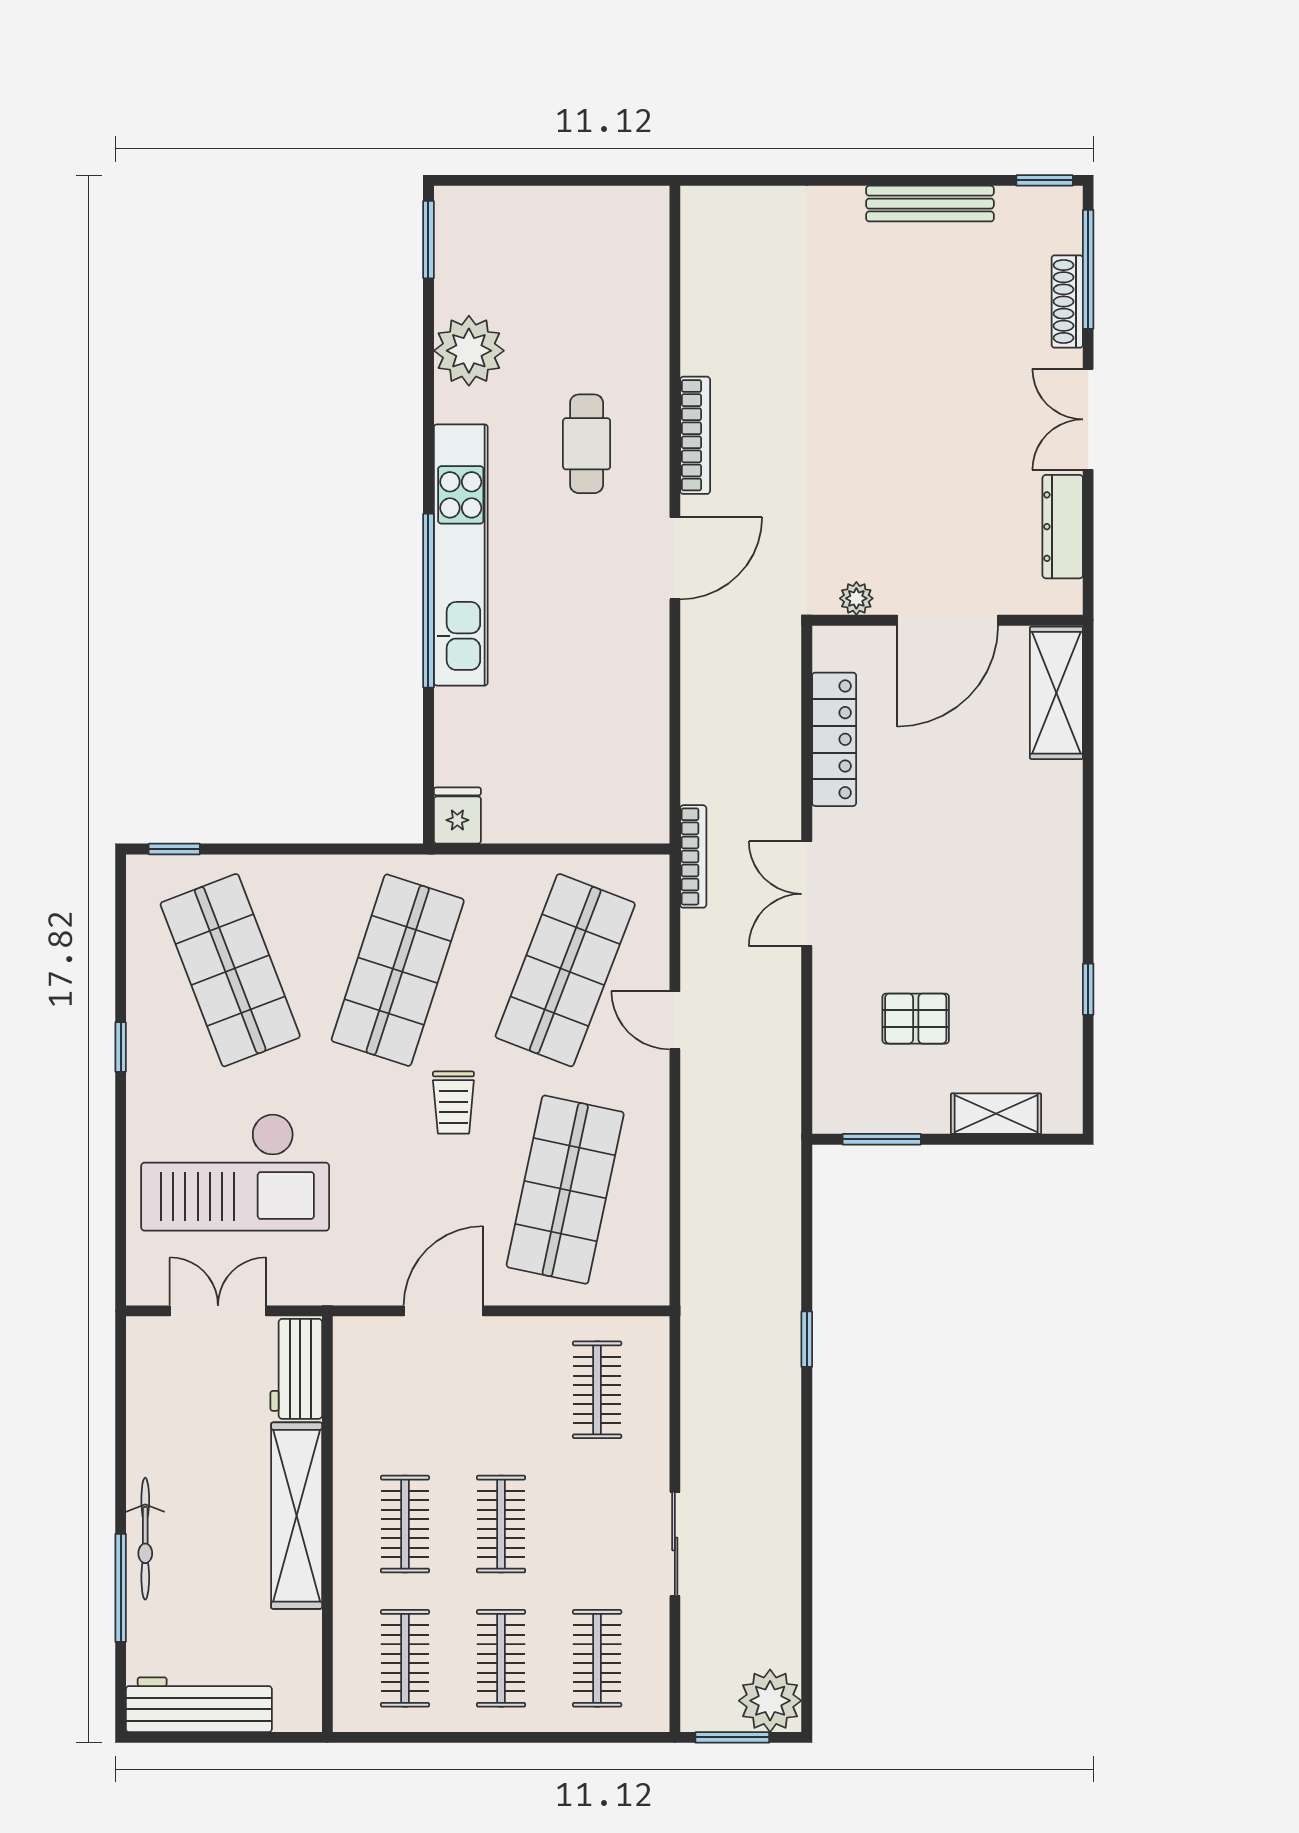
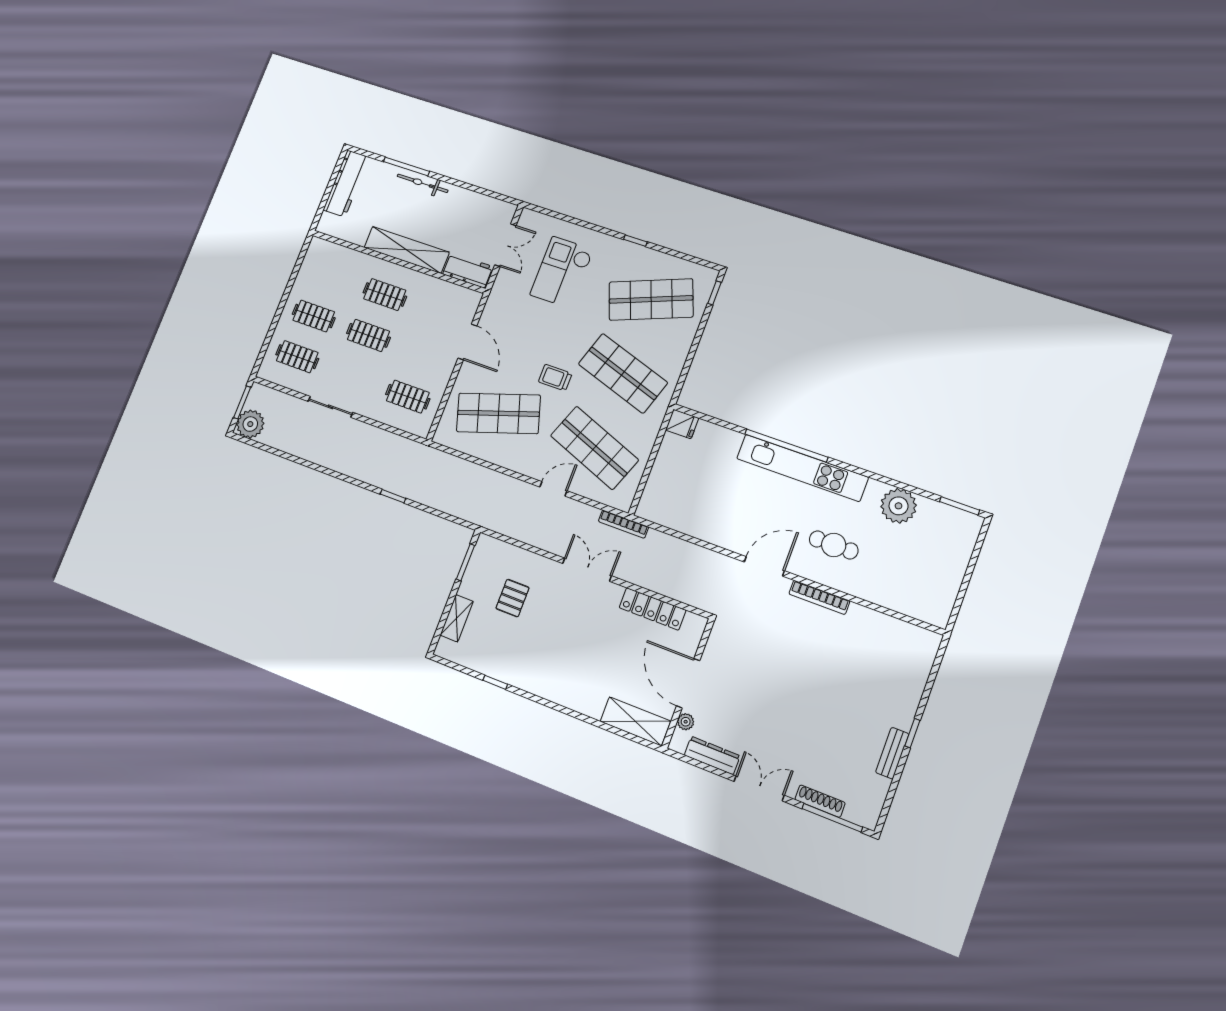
window: (1045, 180) -> (912, 733), moved
bench: (930, 204) -> (892, 753), width x0.73
door: (675, 558) -> (764, 566), swing flipped
plant: (856, 598) -> (686, 722), moved
checkout: (235, 1172) -> (562, 272), width x0.73, depth x0.83
shop shelf: (565, 1190) -> (498, 413), turned -30
clothes rail: (405, 1658) -> (330, 276), removed

